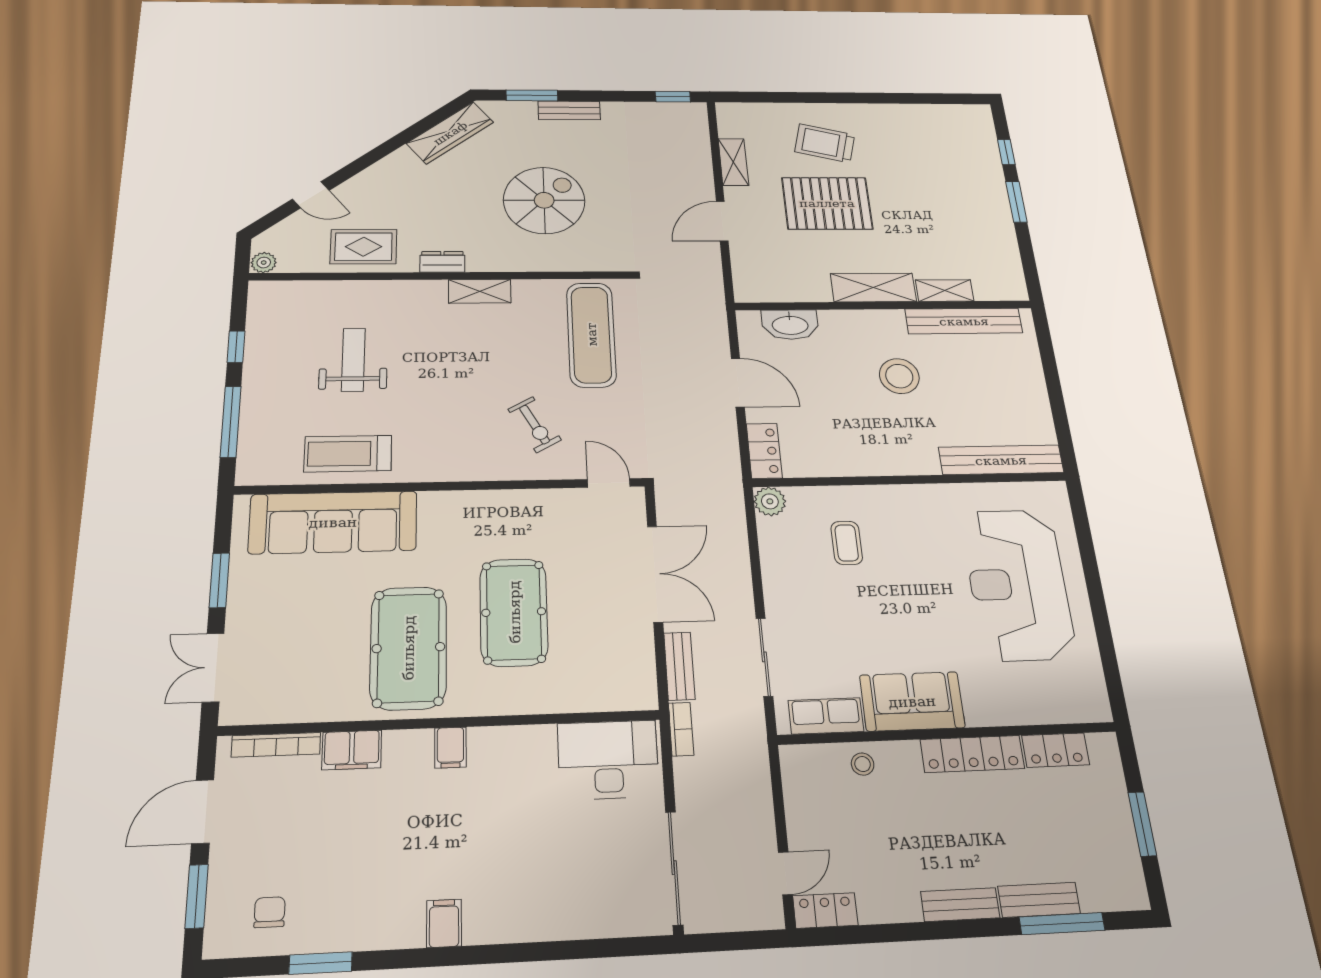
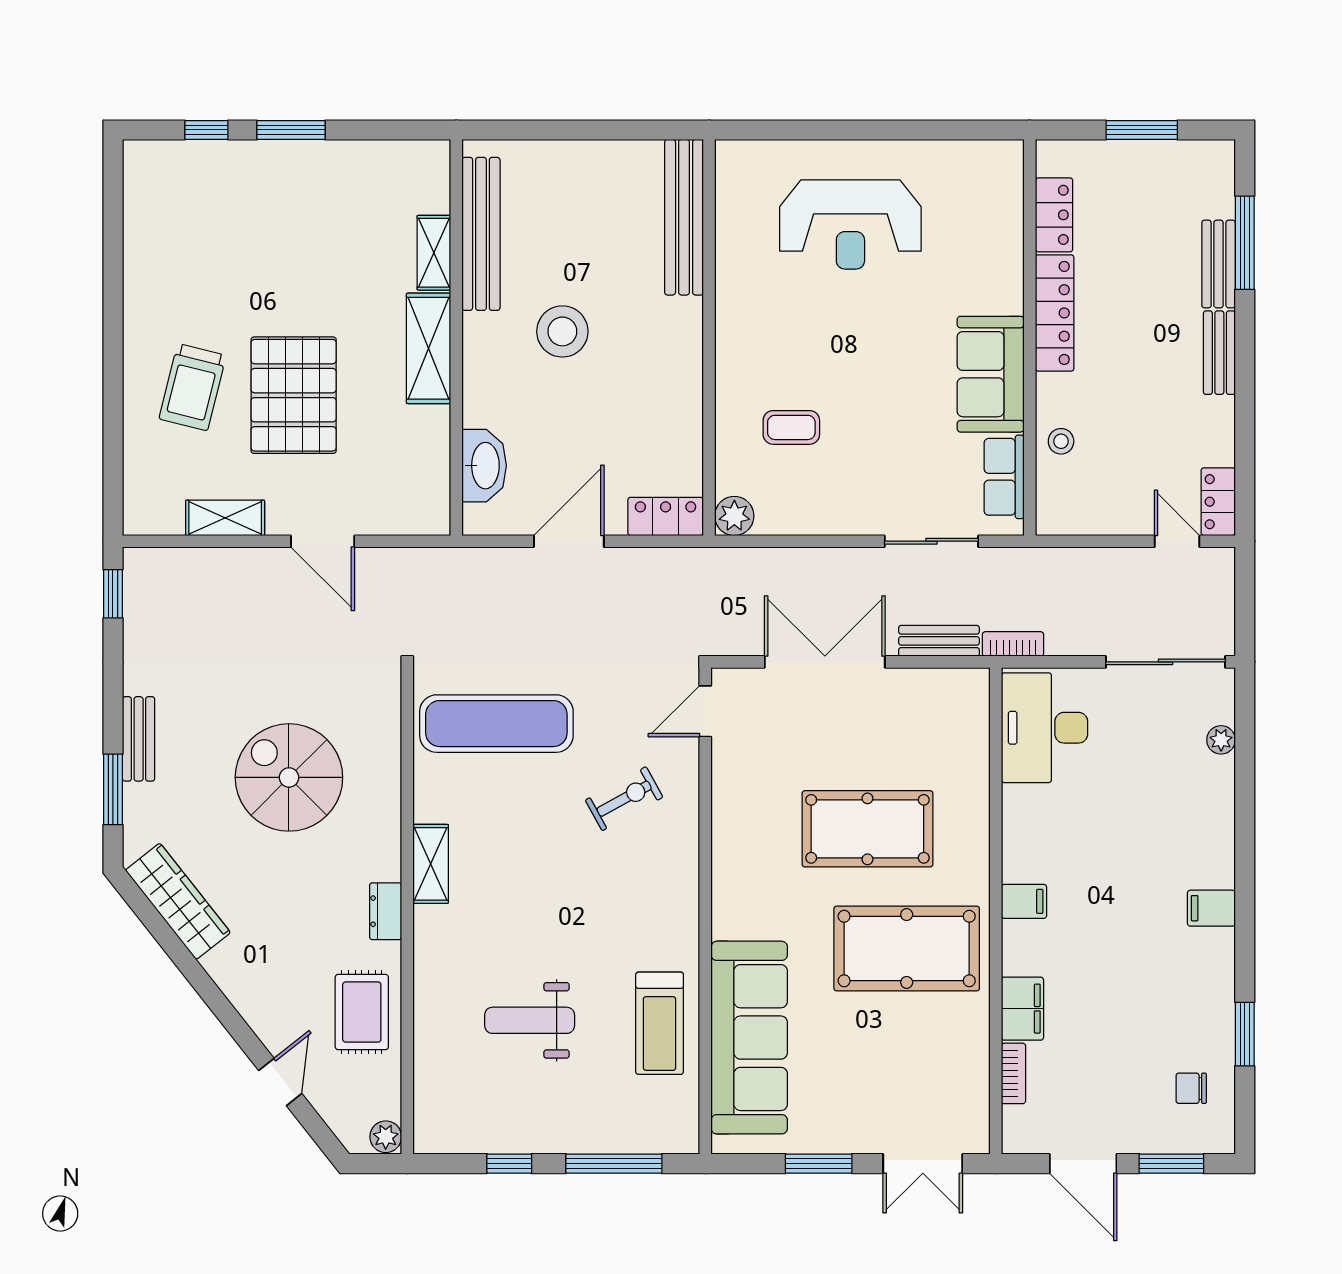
reception desk: (1018, 584) -> (850, 225), width x0.74, depth x0.77
bookcase: (276, 745) -> (1013, 1073), width x0.64
plant: (605, 925) -> (1221, 740), added

